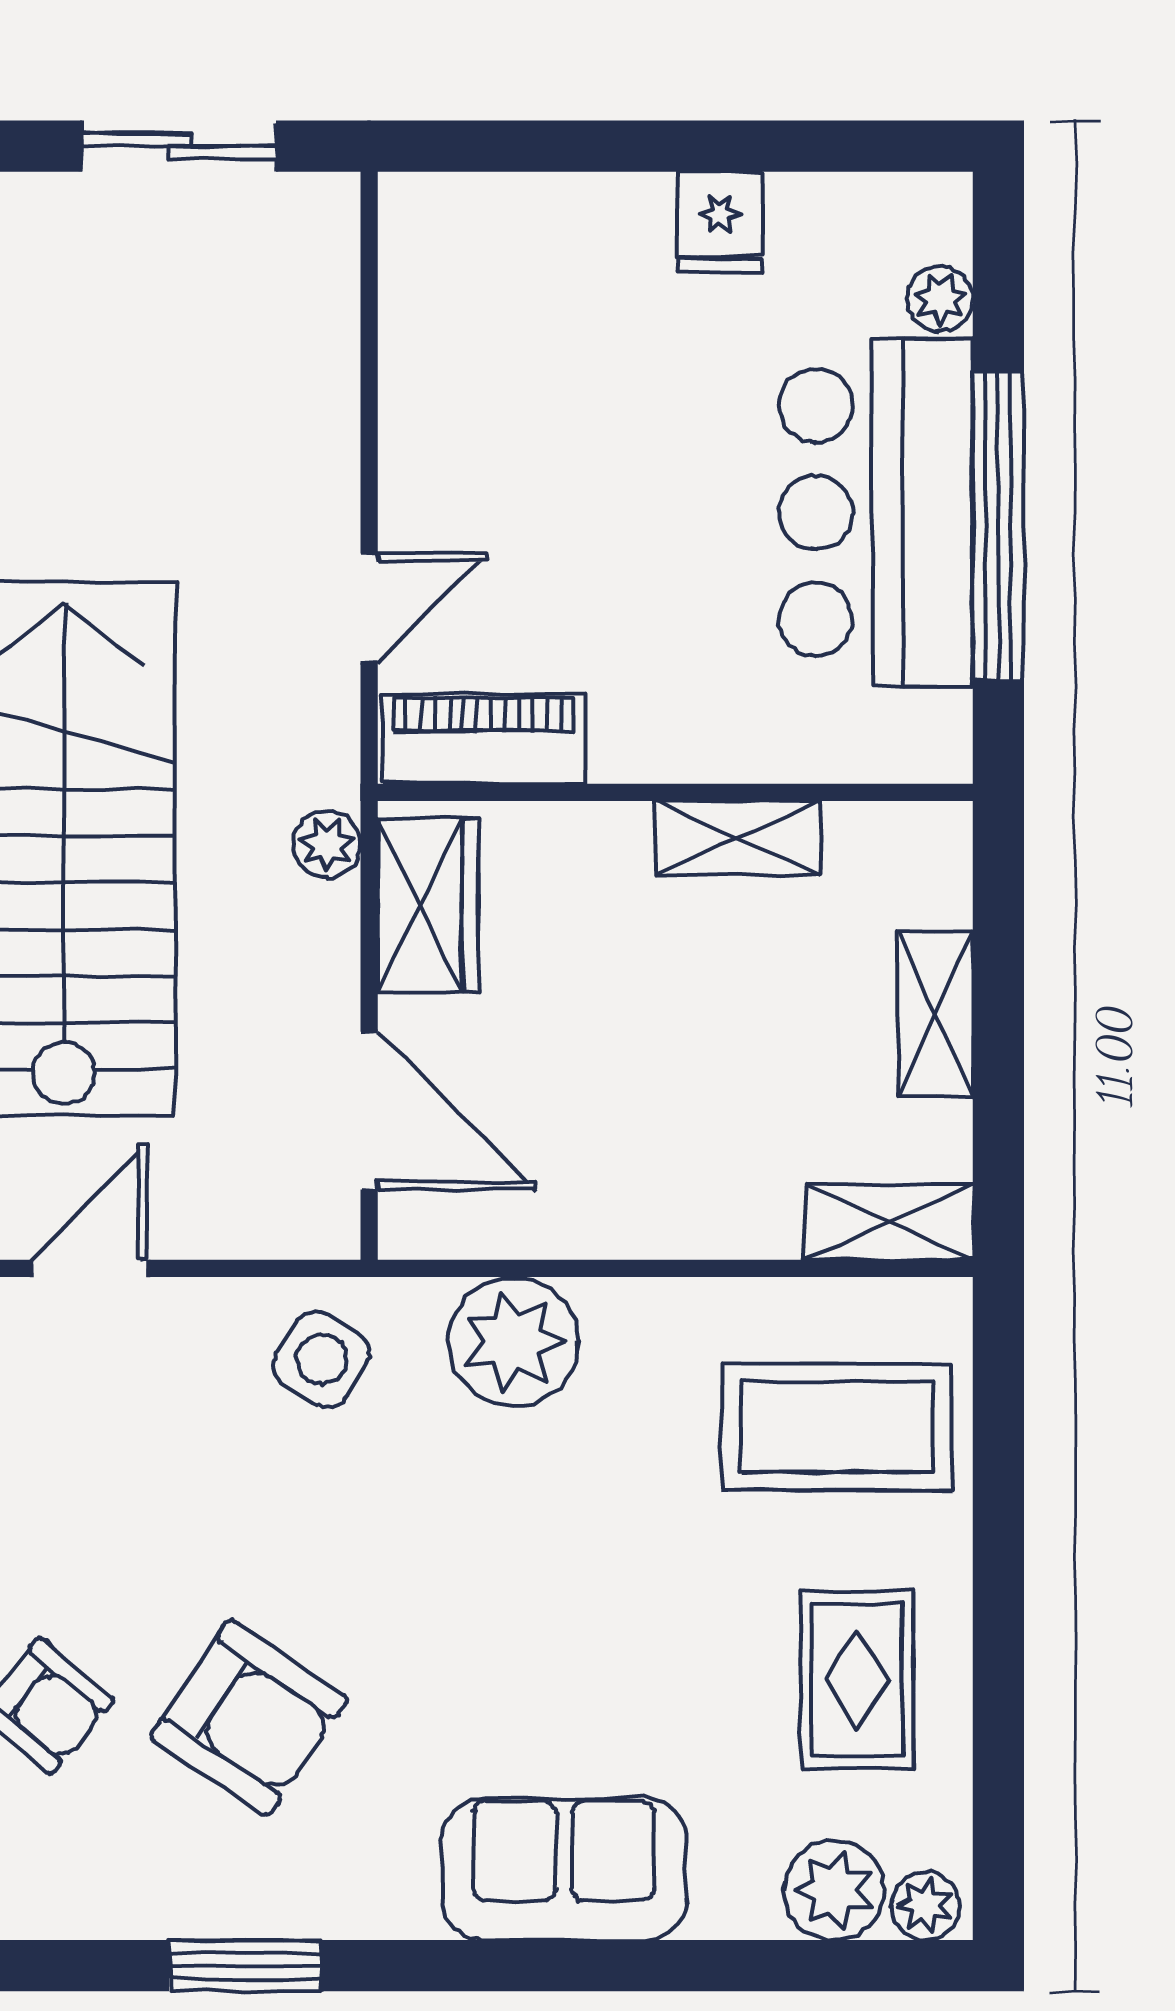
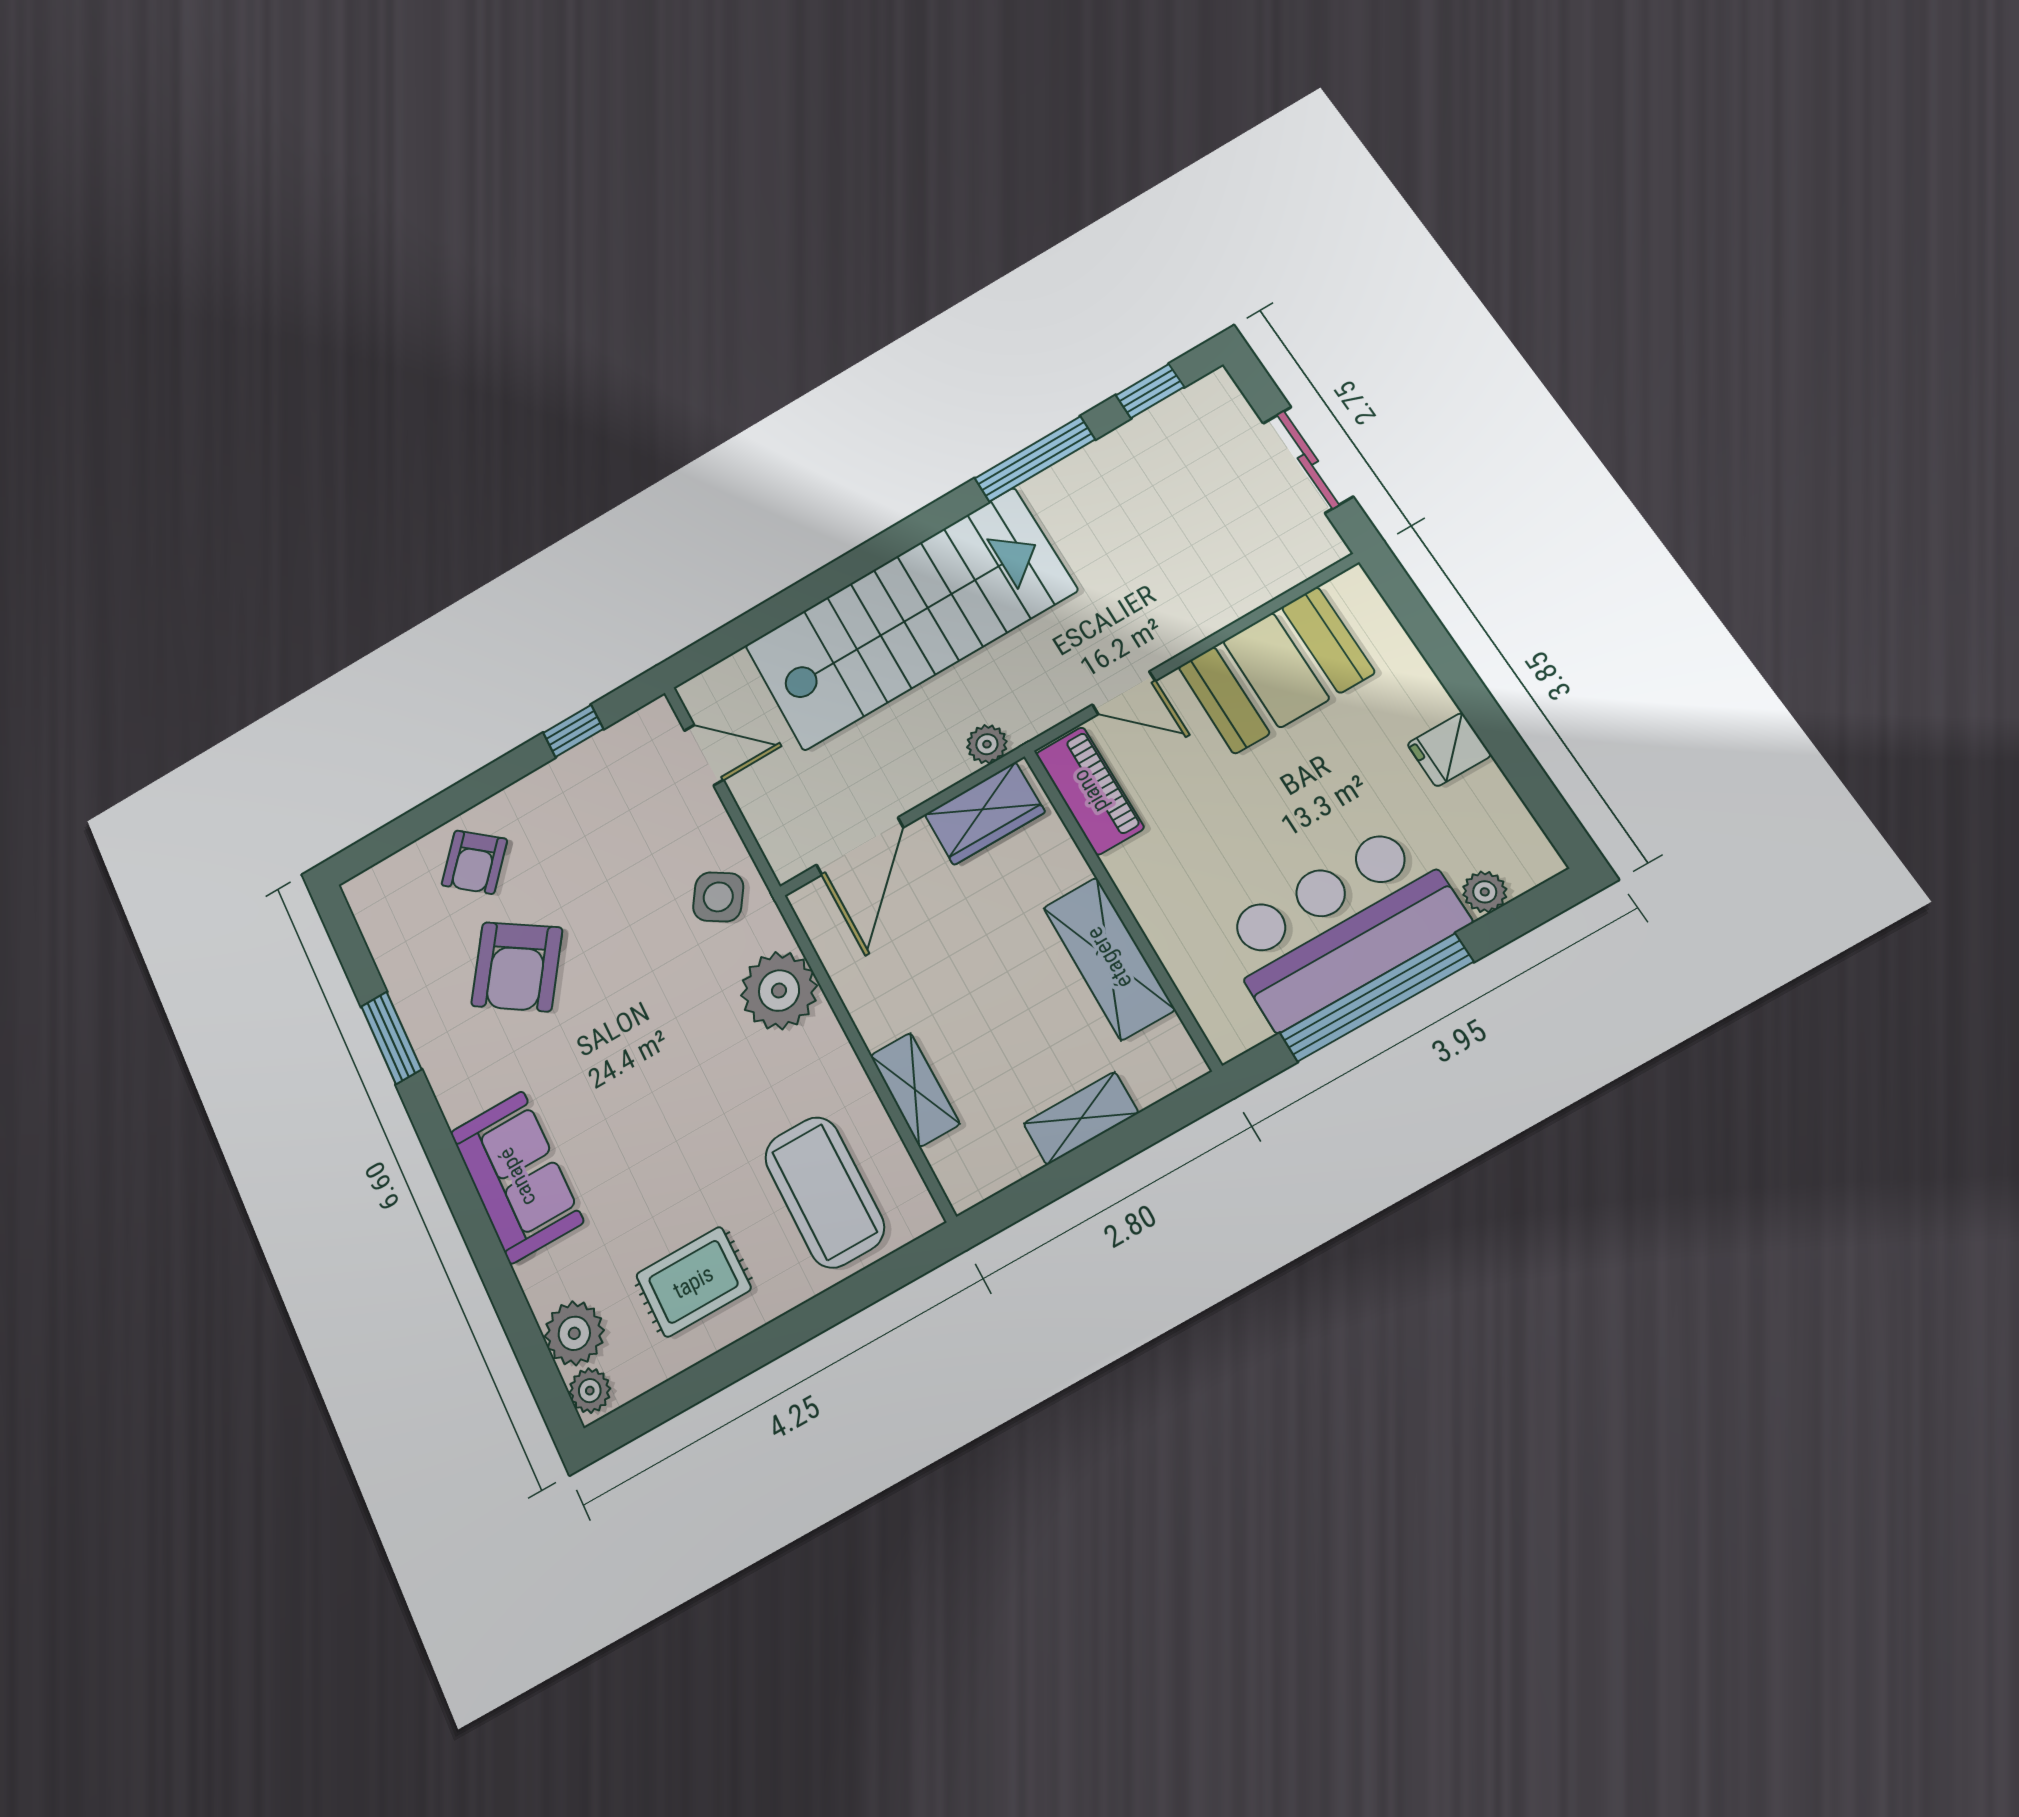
booth: (465, 380) -> (1276, 670), added
shelving: (738, 838) -> (1109, 958), width x1.50, depth x1.33
shelving: (889, 1222) -> (915, 1090), moved

